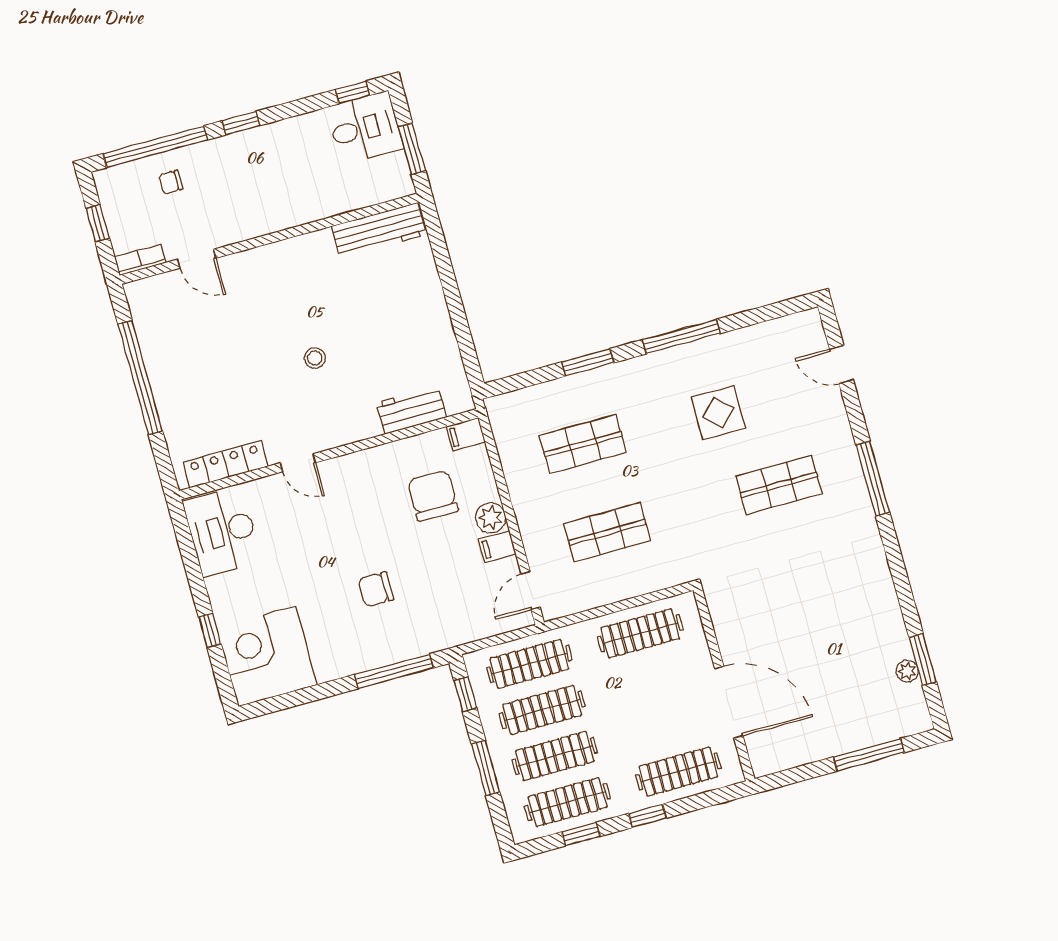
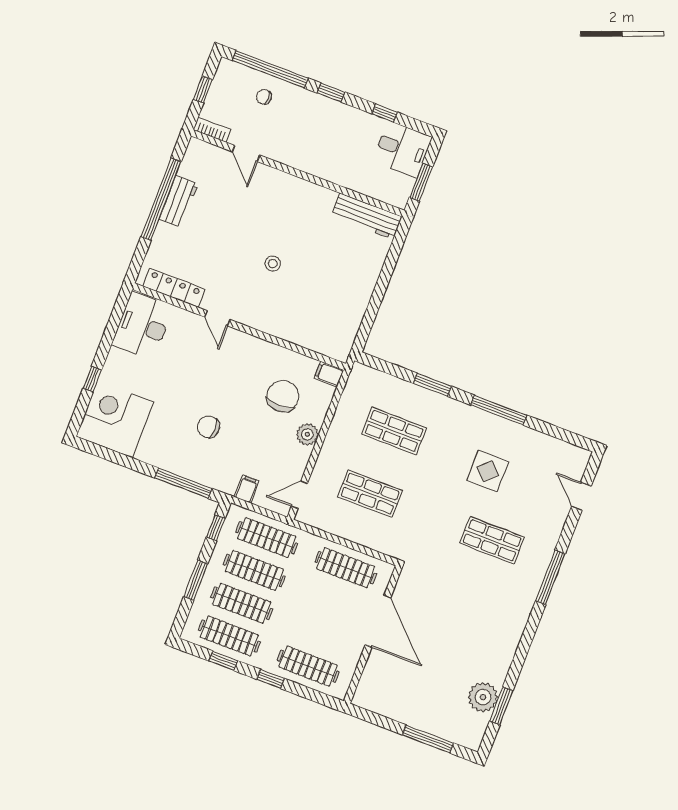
window: (352, 92) -> (385, 113), moved
workbench: (412, 410) -> (179, 202), moved, turned 90
filing cabinet: (497, 546) -> (247, 489), moved, turned 90
plant: (907, 671) -> (483, 697), width x1.87, depth x1.87
door: (729, 702) -> (378, 621), moved

